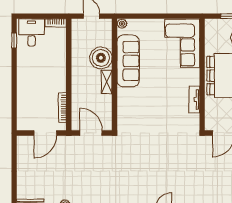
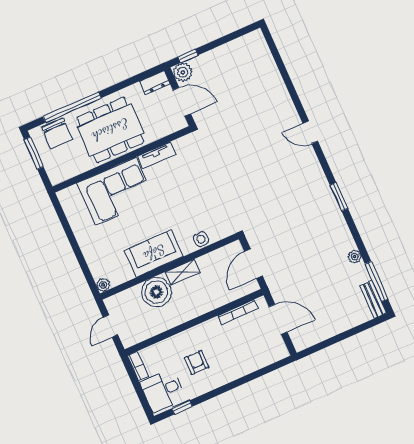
corner sofa: (182, 43) -> (116, 191), moved
sofa: (128, 61) -> (154, 253), width x0.73
armchair: (41, 64) -> (197, 362), added
side table: (124, 104) -> (201, 239), added

